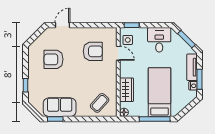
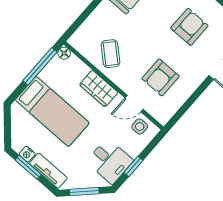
window: (132, 25) -> (133, 166), moved
wardrobe: (127, 90) -> (99, 88), moved
coffee table: (100, 103) -> (111, 54), moved
window: (155, 119) -> (40, 66), moved

